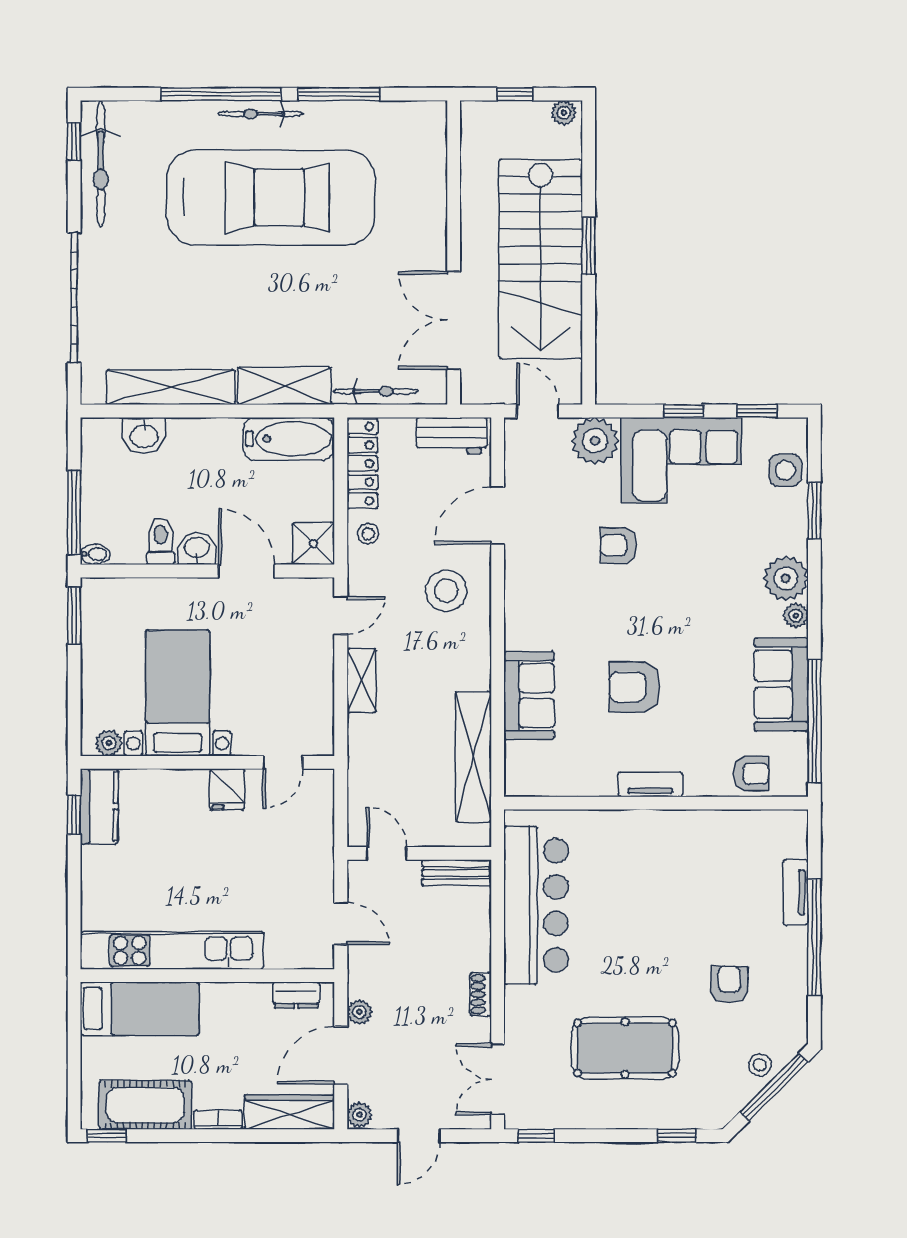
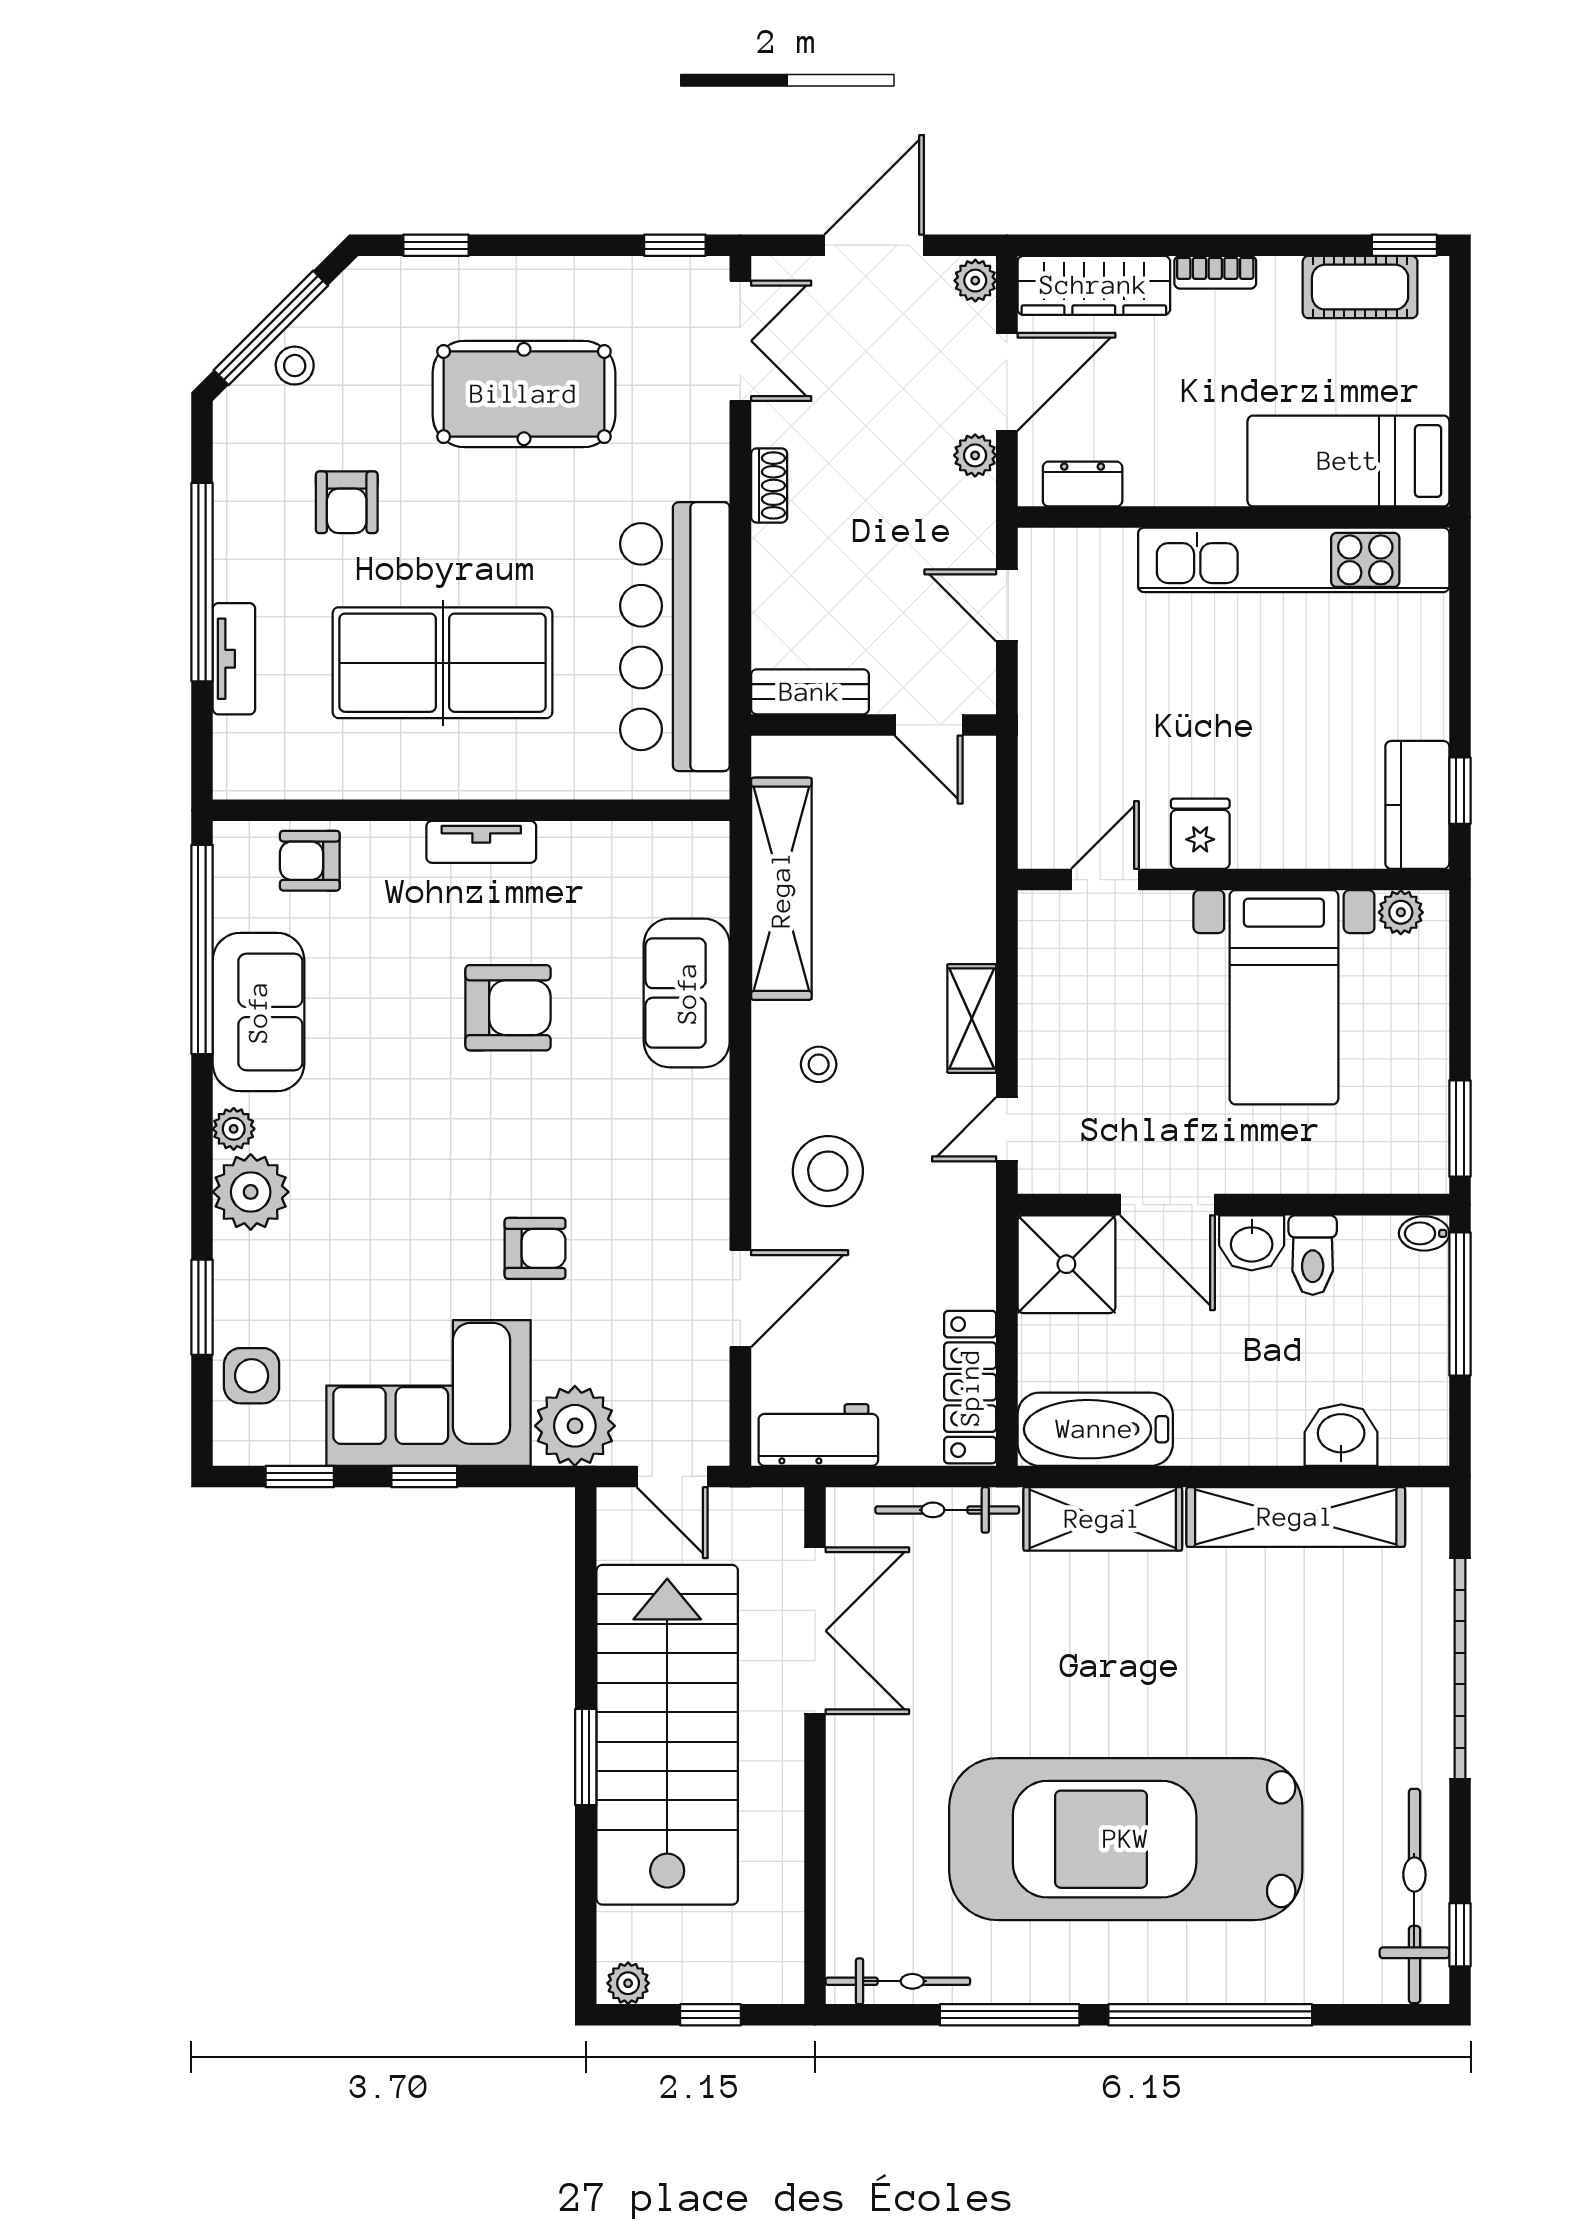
bicycle: (261, 114) -> (898, 1981), moved
stool: (368, 534) -> (819, 1064), moved
shower: (313, 544) -> (1066, 1264), width x1.36, depth x1.36
table tennis table: (673, 890) -> (443, 663), added
cot: (145, 1105) -> (1360, 287), width x0.73, depth x0.75
door: (419, 1136) -> (874, 245), width x1.38

